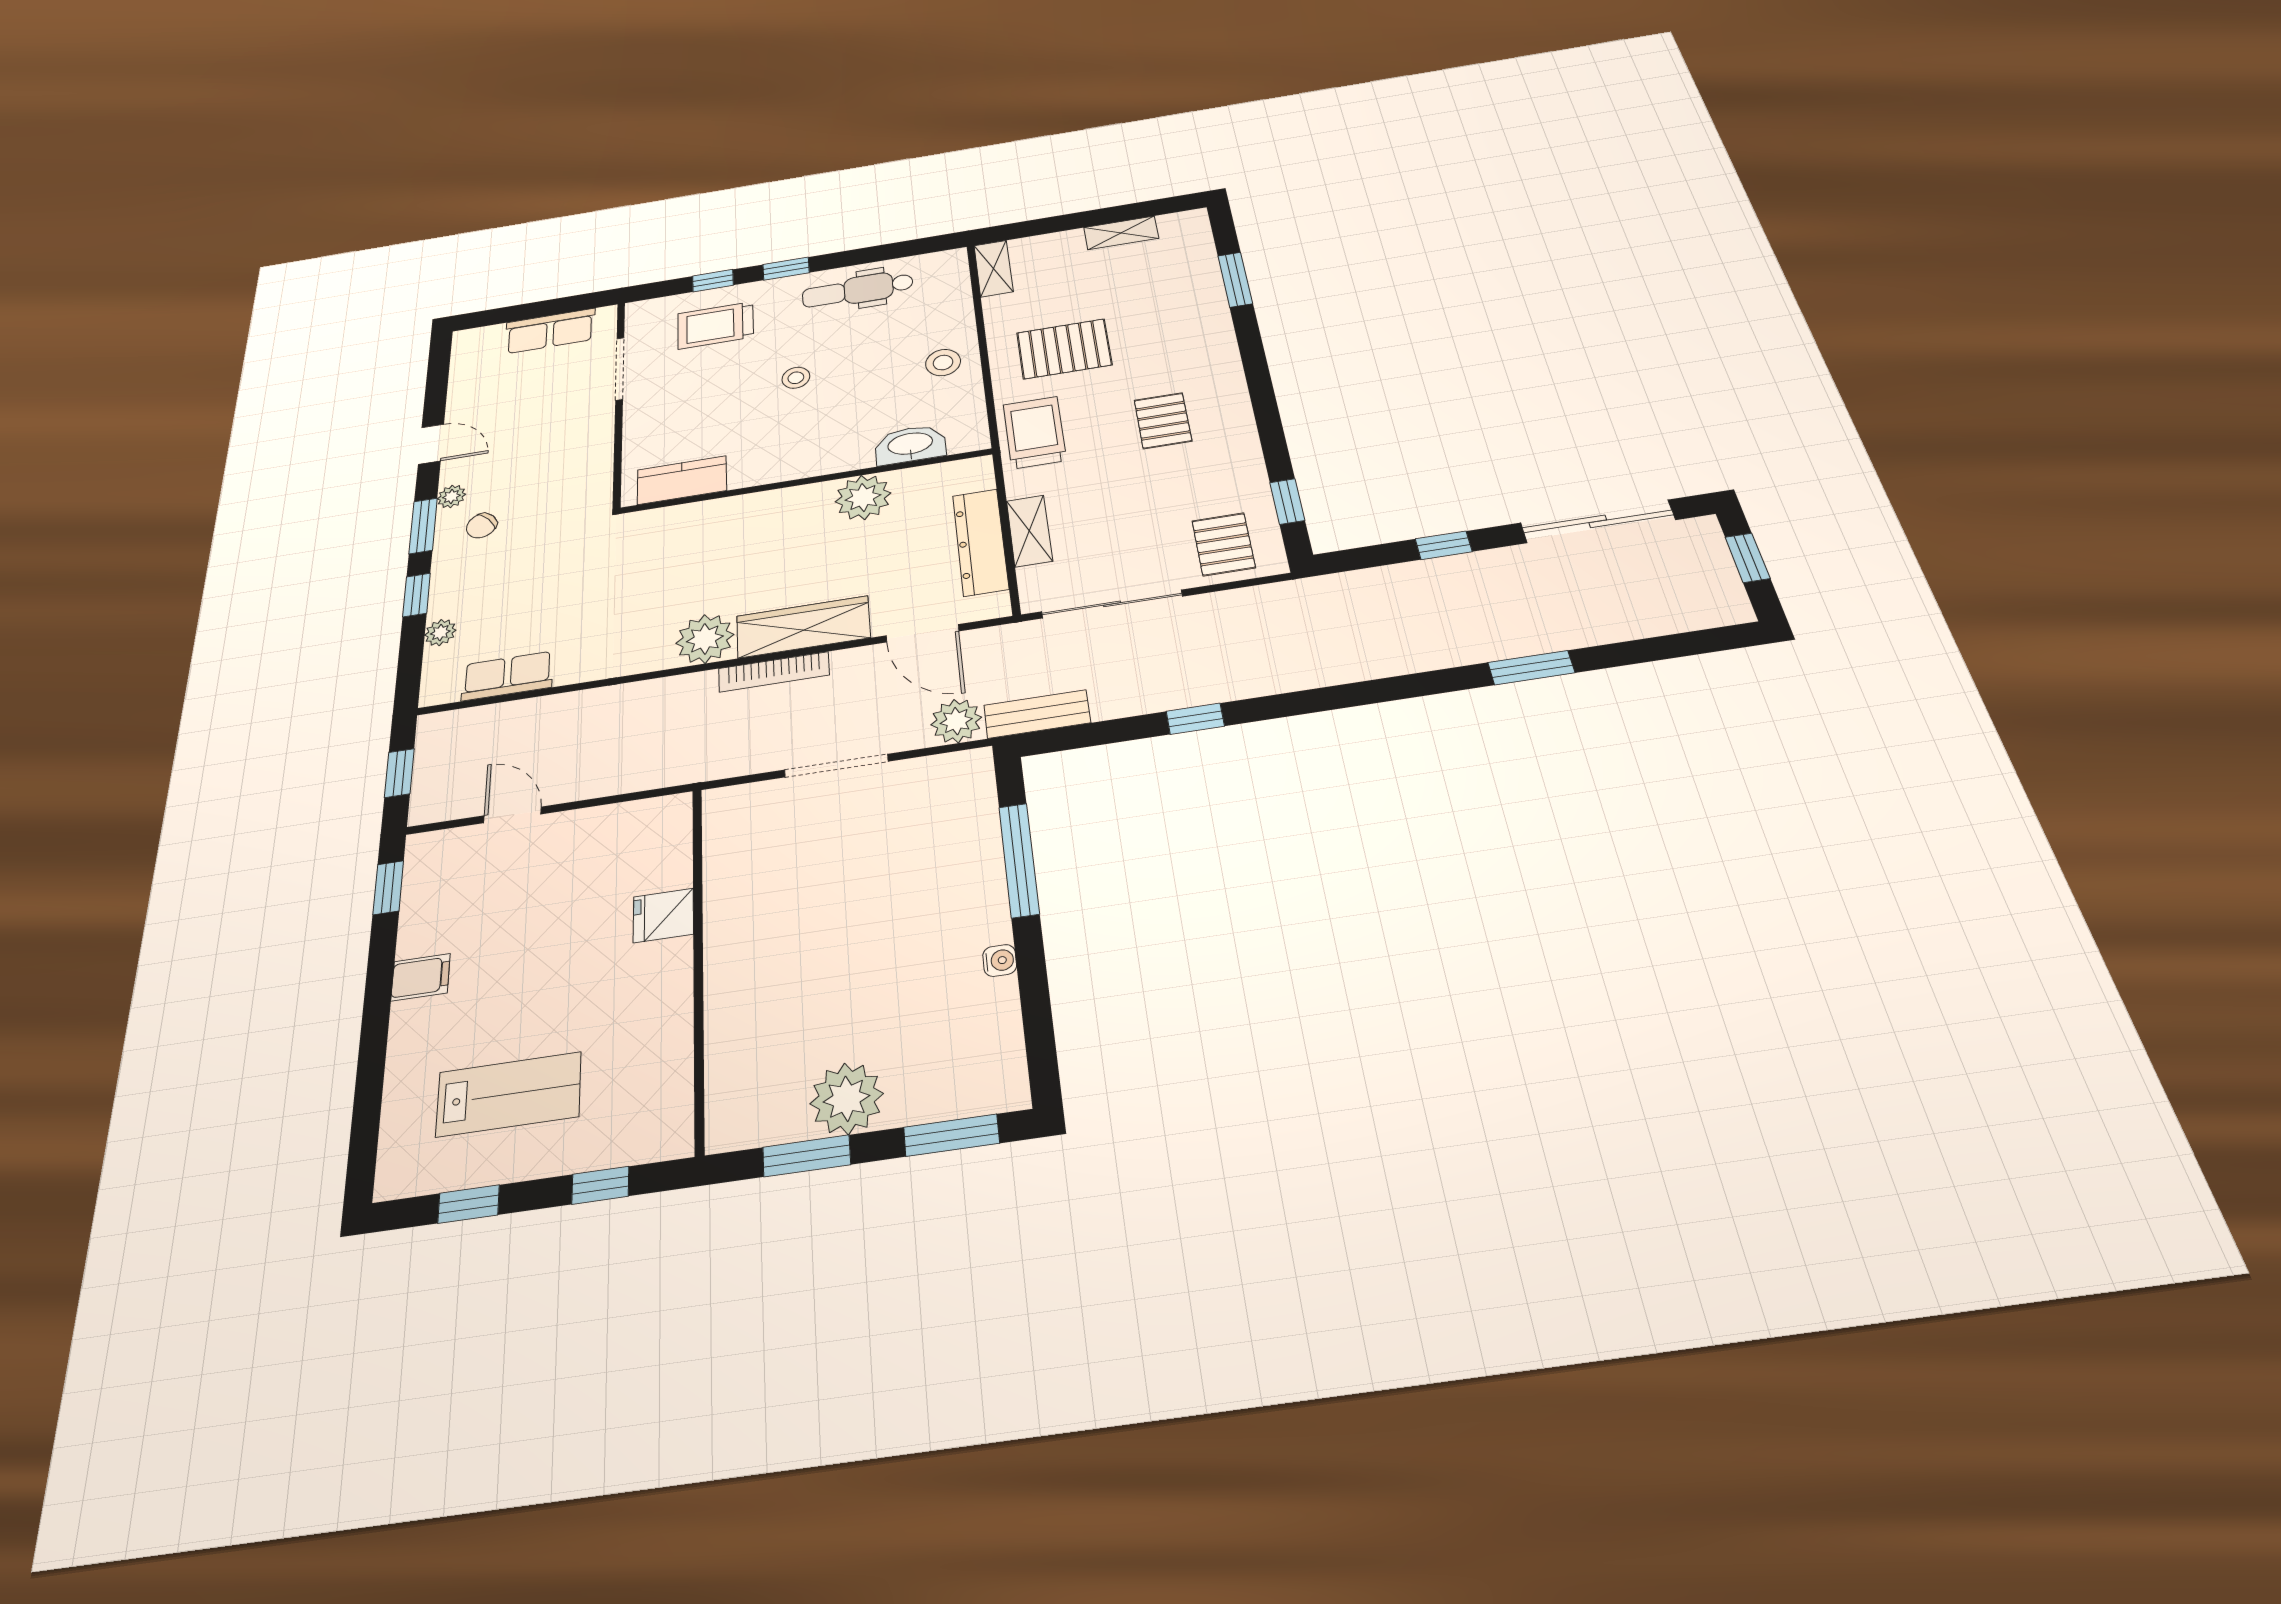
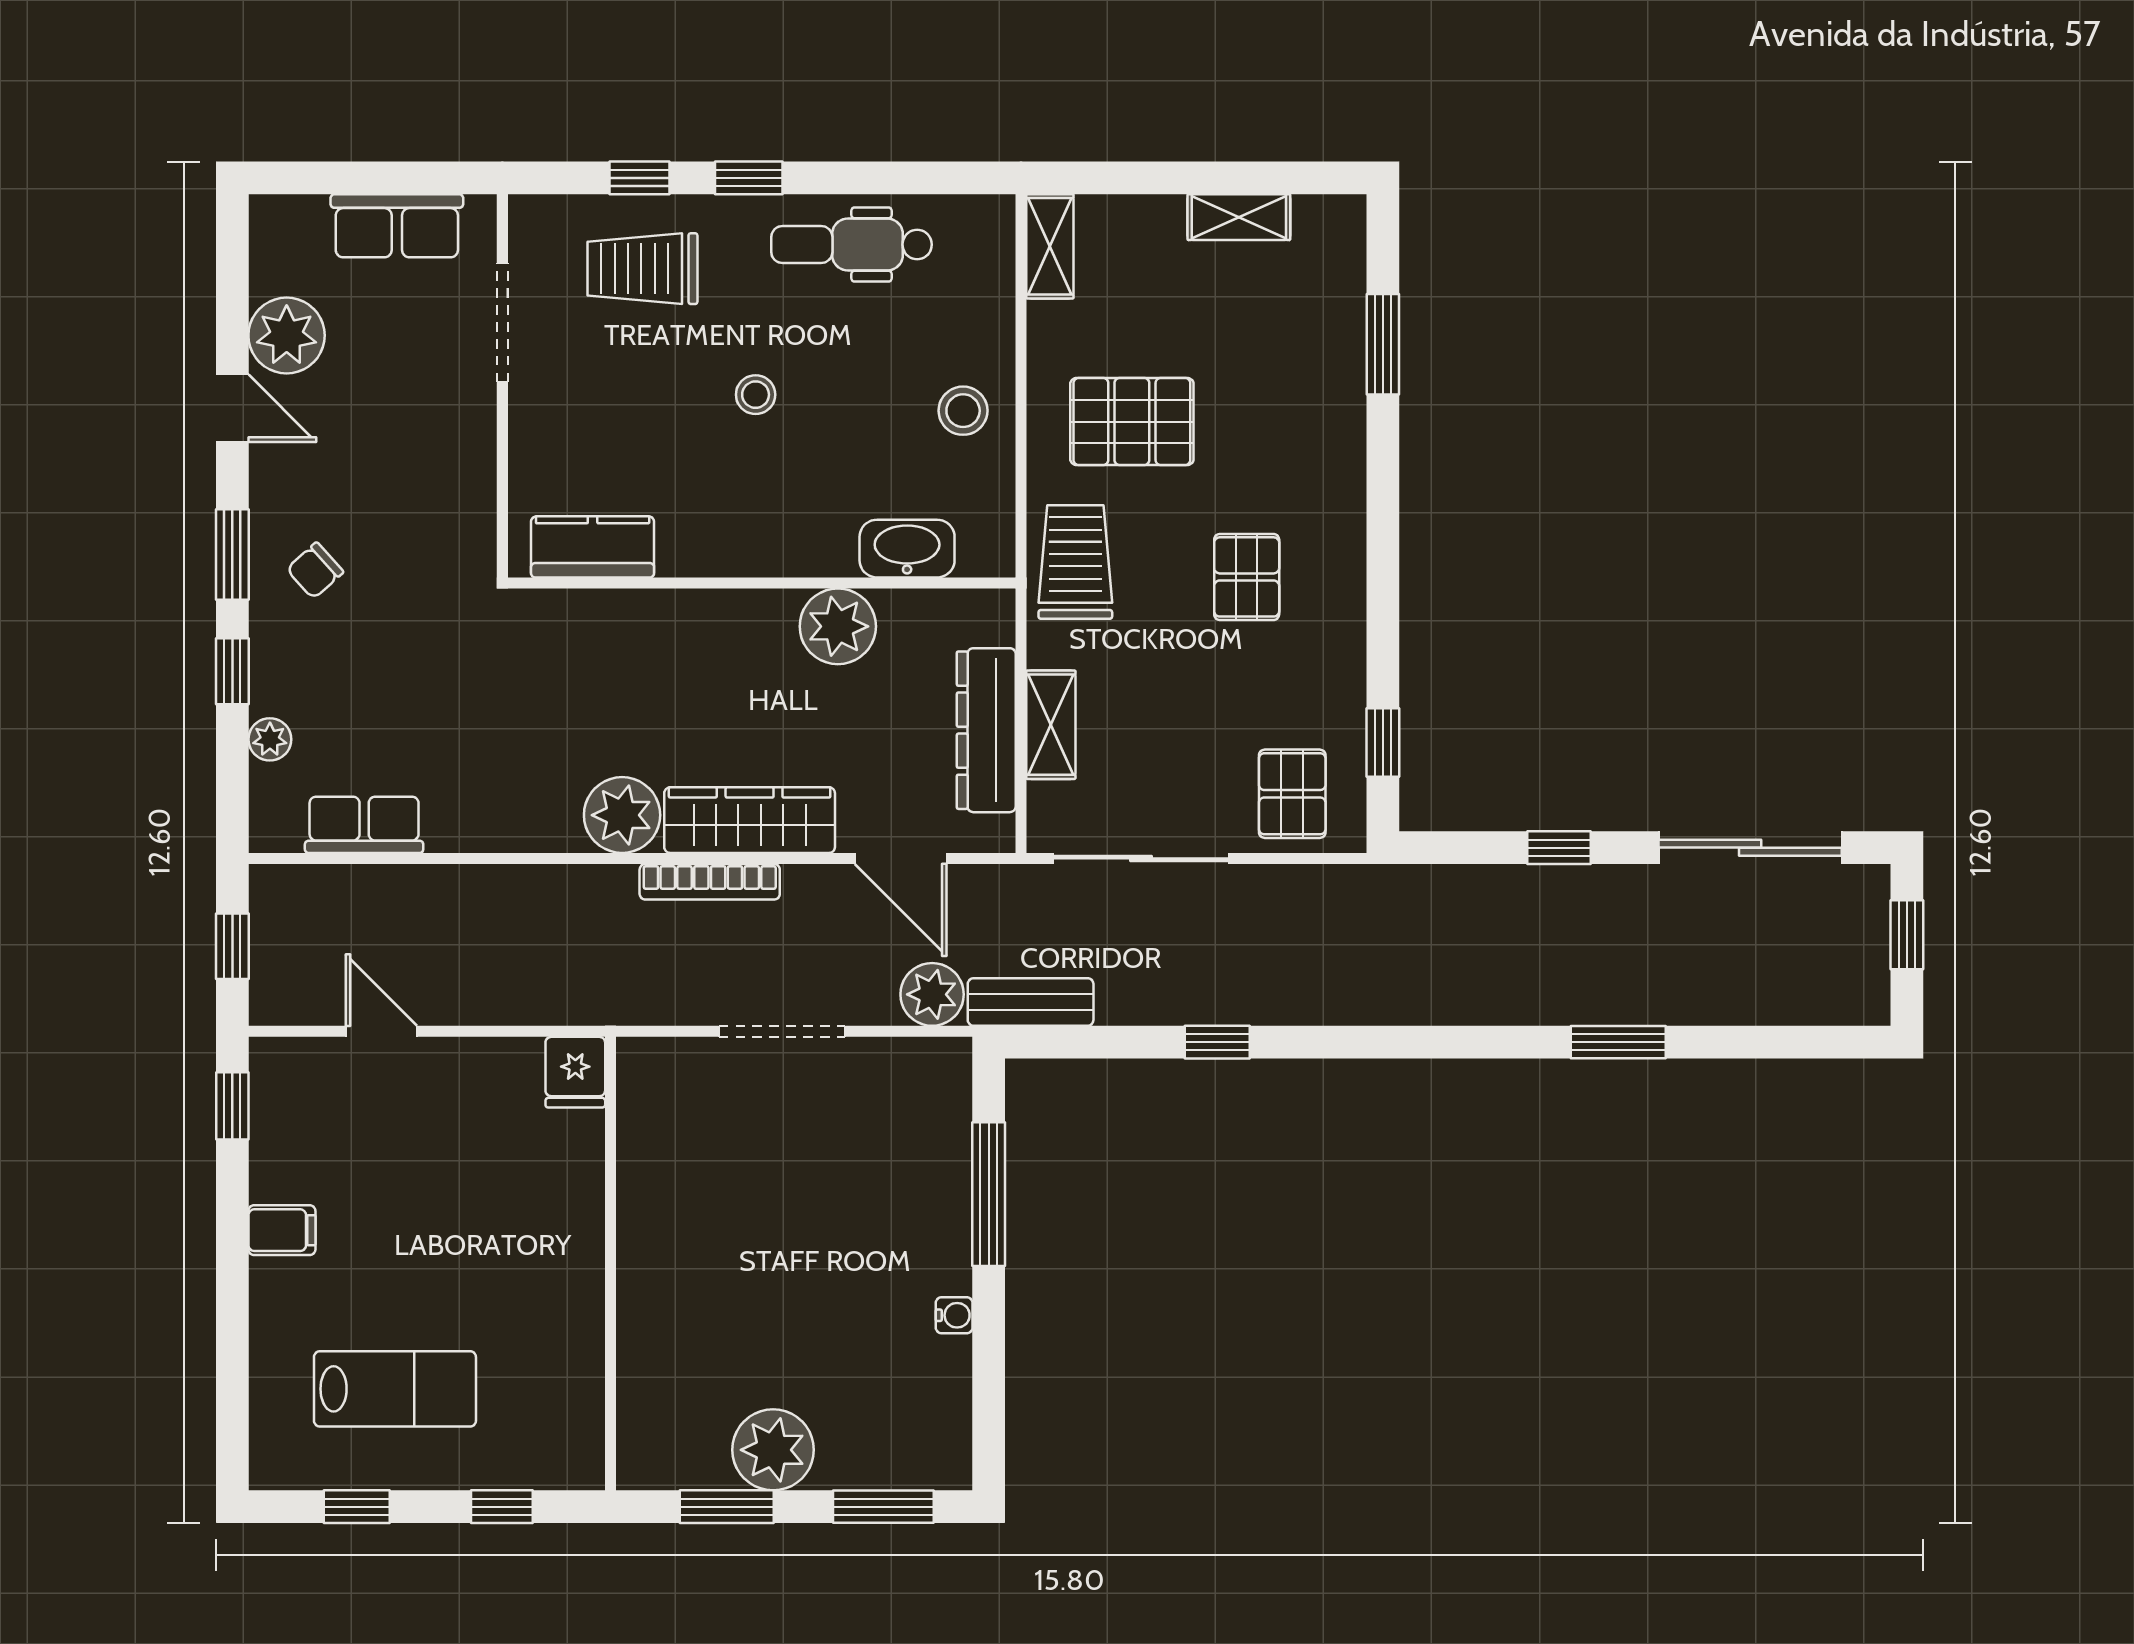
plant: (451, 496) -> (287, 335), moved, width x1.87, depth x1.87
fridge: (663, 915) -> (575, 1072), moved, turned -90

